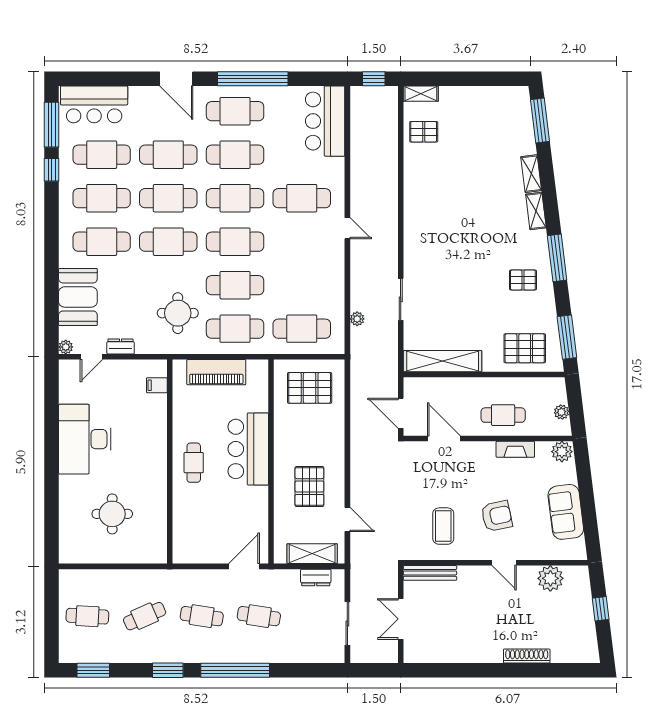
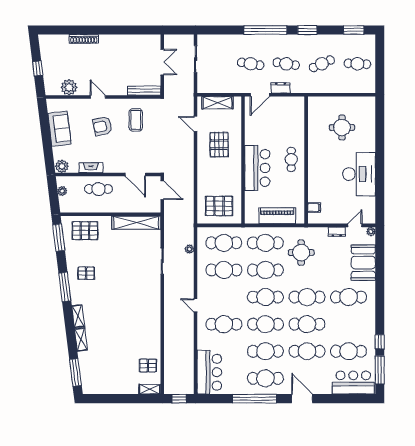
cafe table: (102, 198) -> (224, 270), moved
dresser: (316, 578) -> (281, 88), moved

